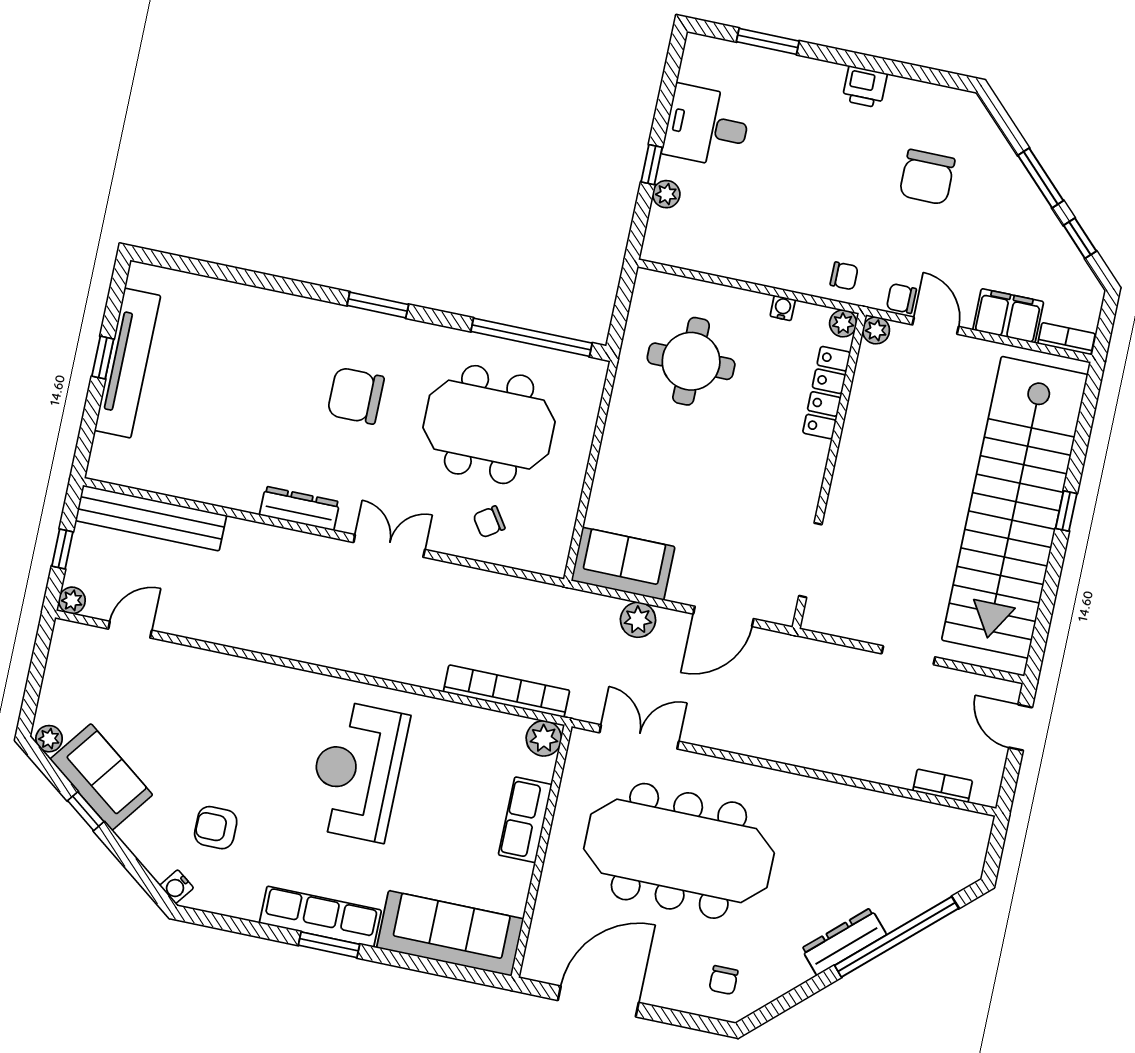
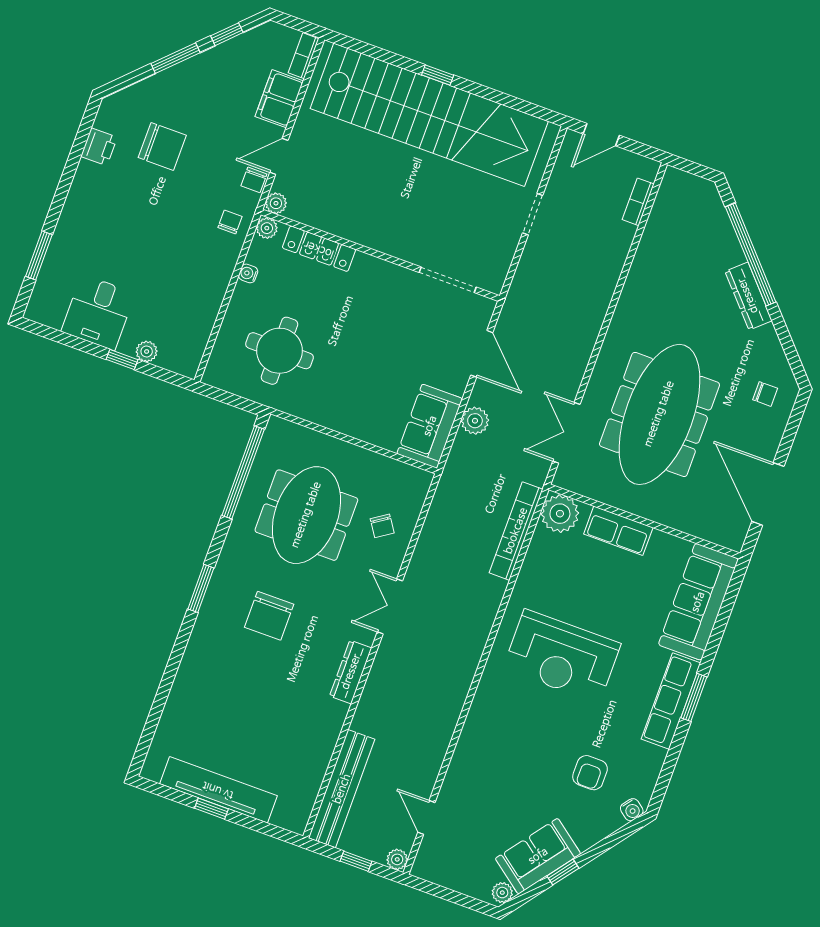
printer: (865, 87) -> (99, 147), moved
plant: (544, 738) -> (560, 514), width x1.36, depth x1.36

